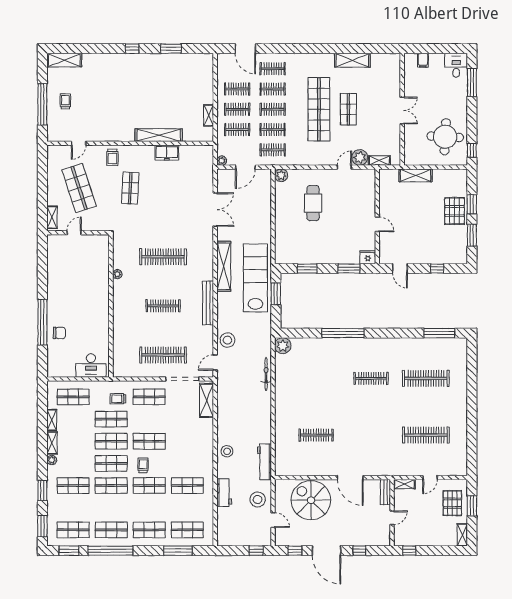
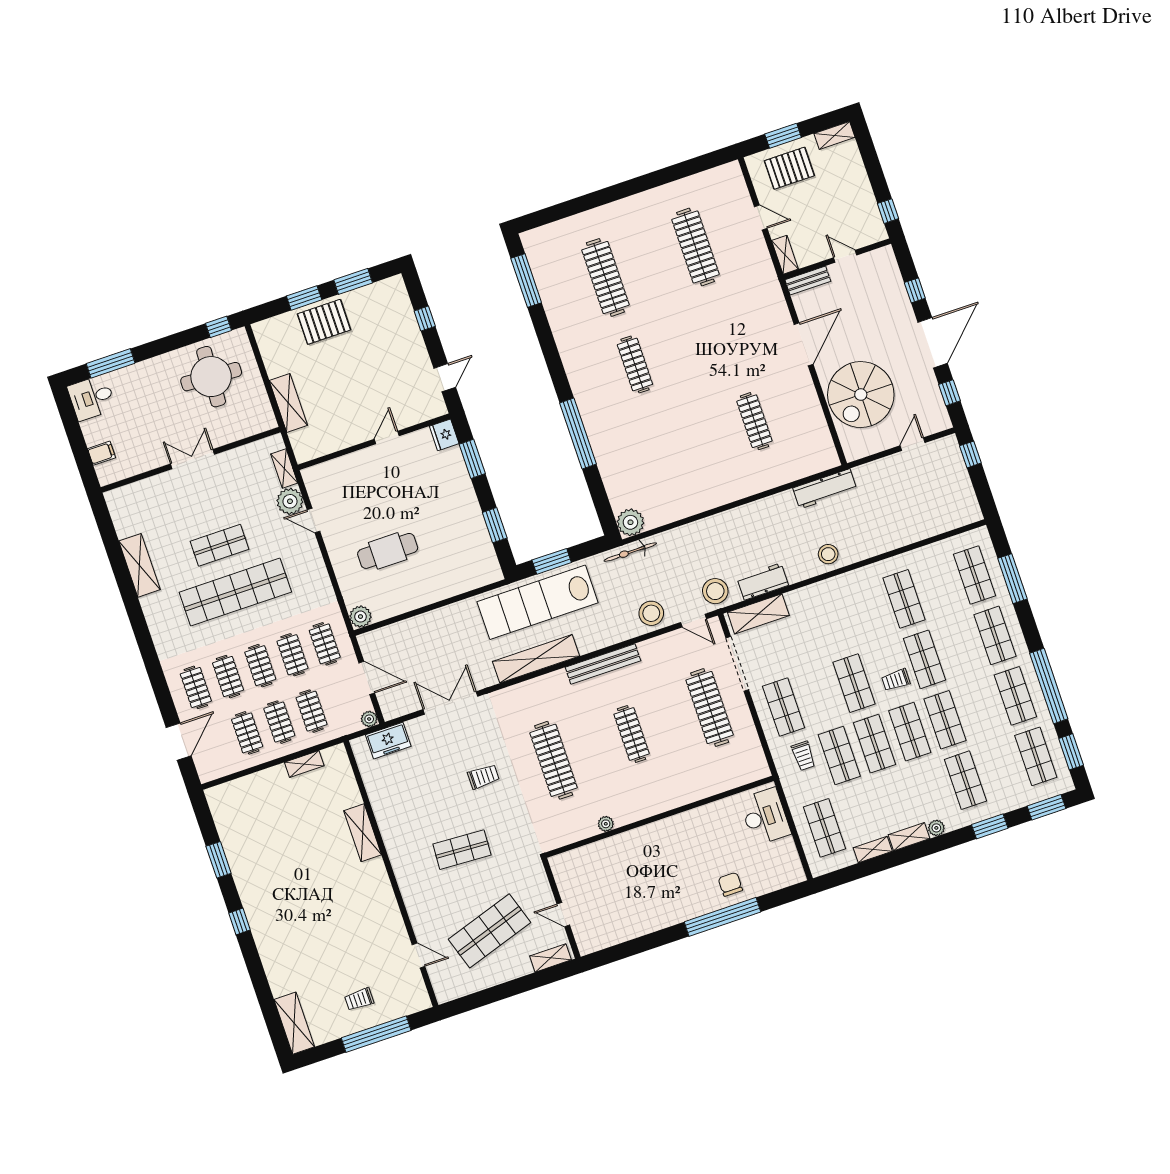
shelving: (159, 135) -> (363, 833), width x0.68
freezer: (167, 153) -> (388, 741), moved, turned 90
trolley: (112, 157) -> (483, 777), moved
bicycle: (266, 374) -> (630, 552), moved
workbench: (224, 493) -> (763, 581), moved
stool: (258, 499) -> (715, 591), moved

